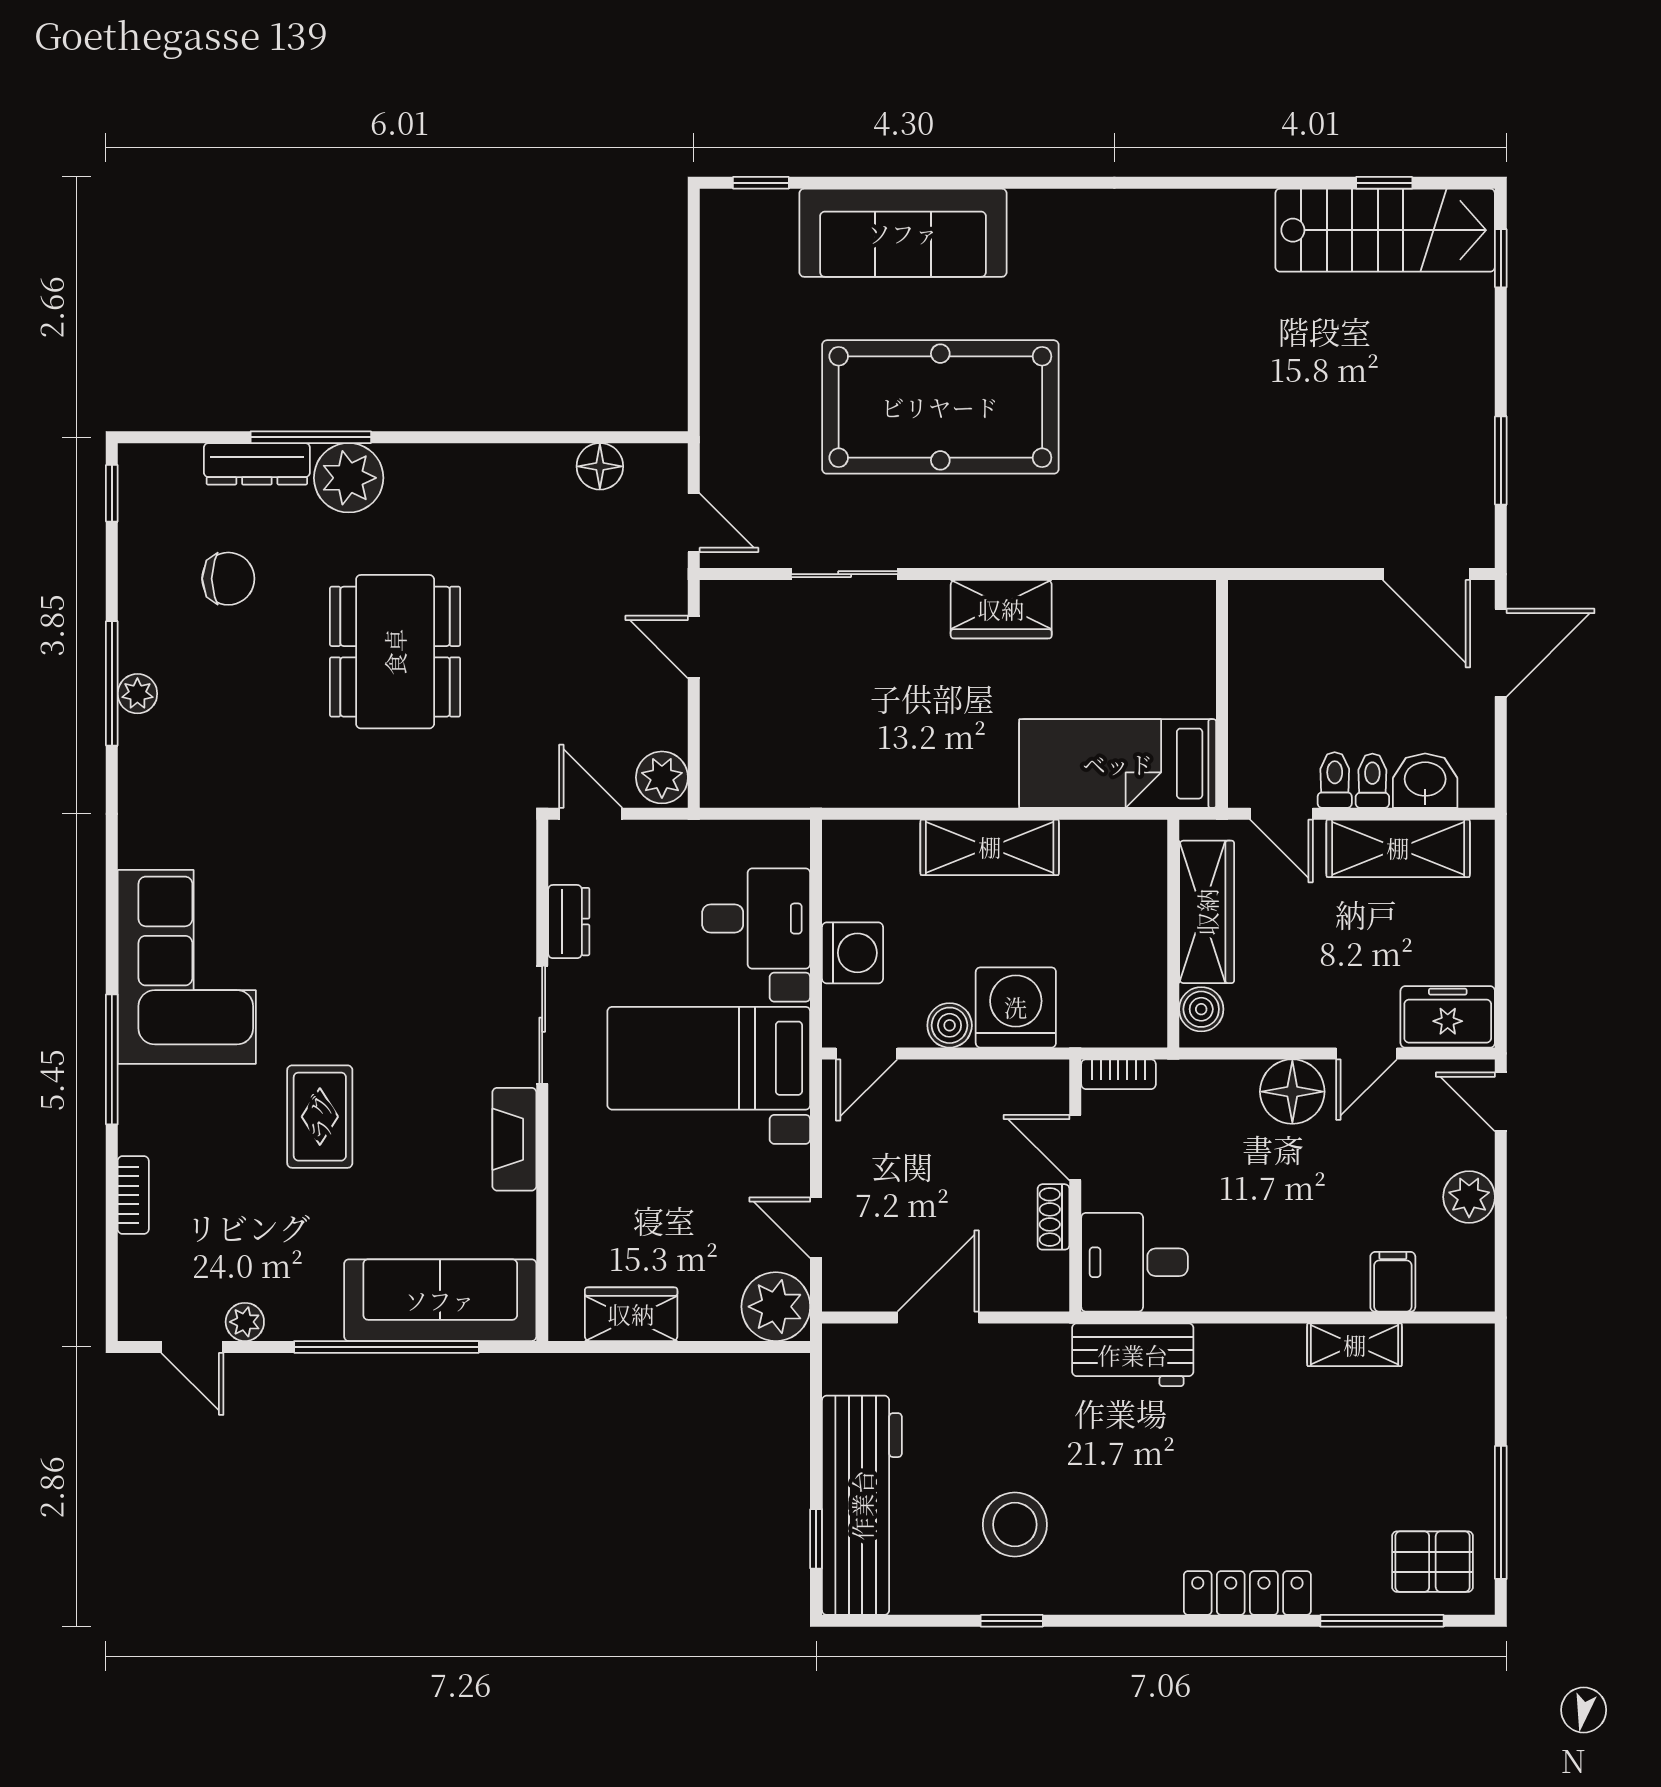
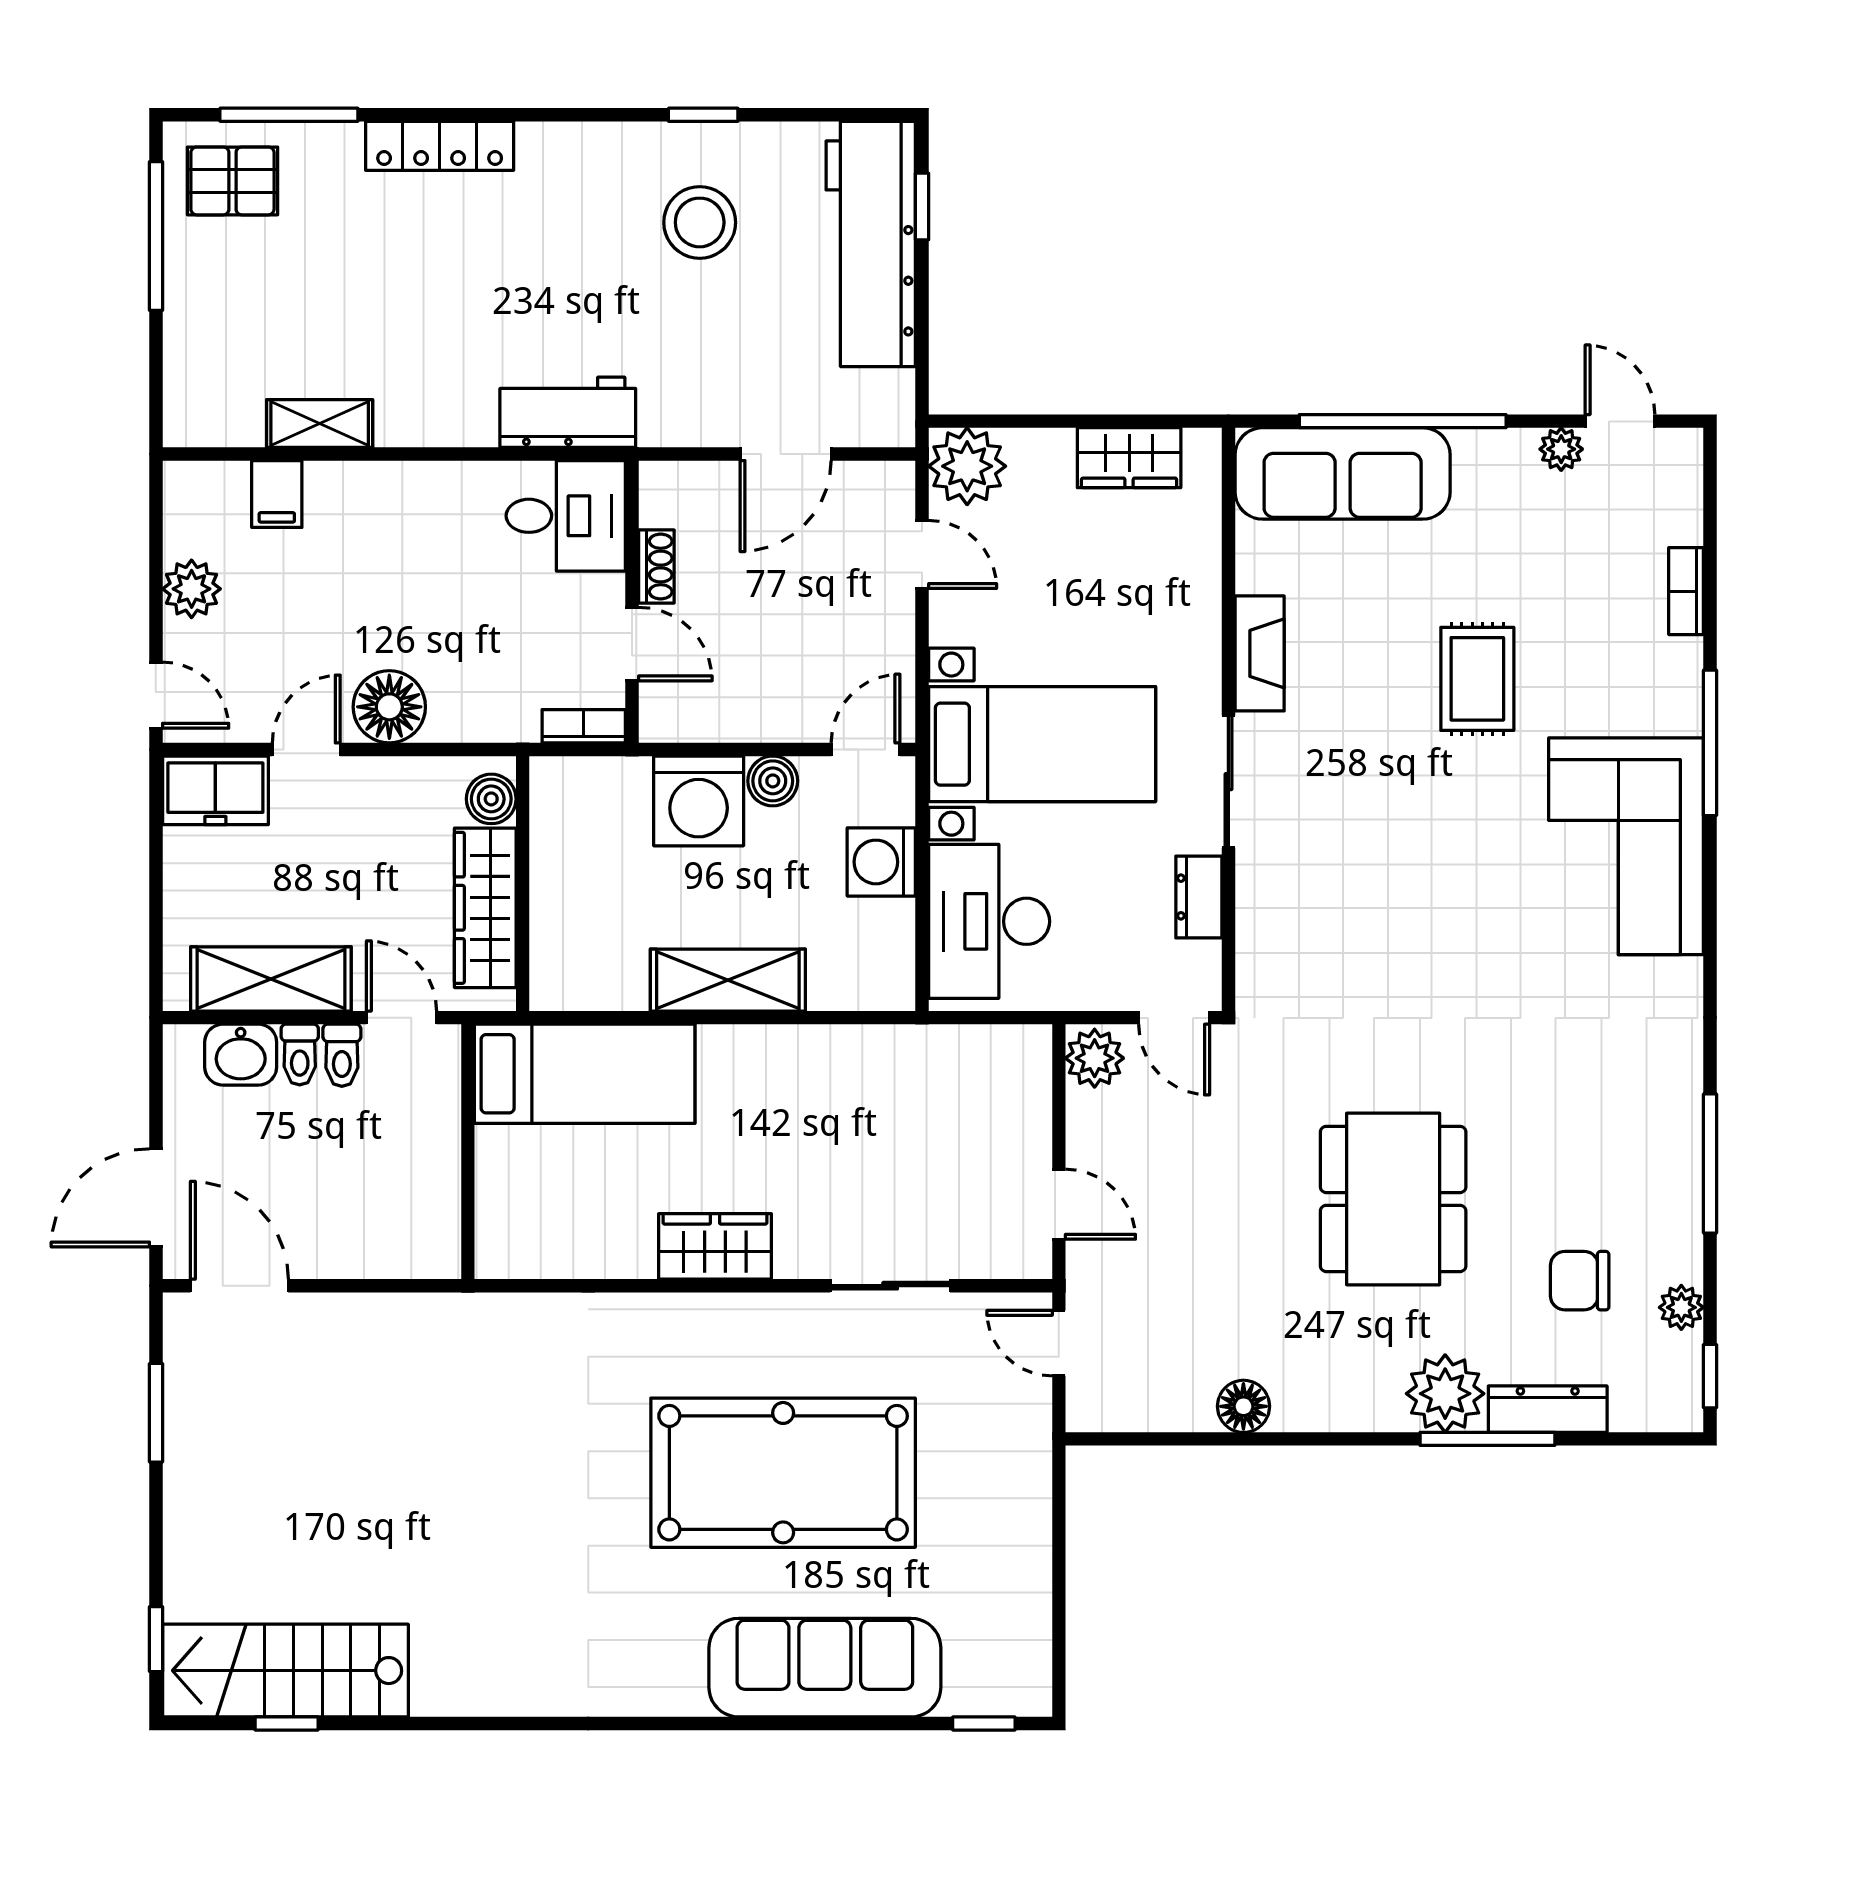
floor lamp: (600, 466) -> (1243, 1406), moved
plant: (137, 694) -> (1681, 1307), moved
desk: (756, 919) -> (989, 921), width x1.37

